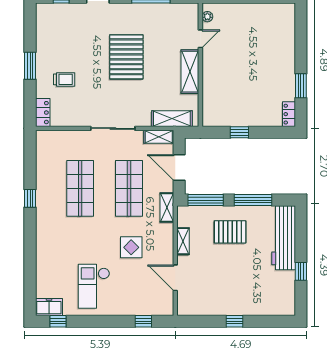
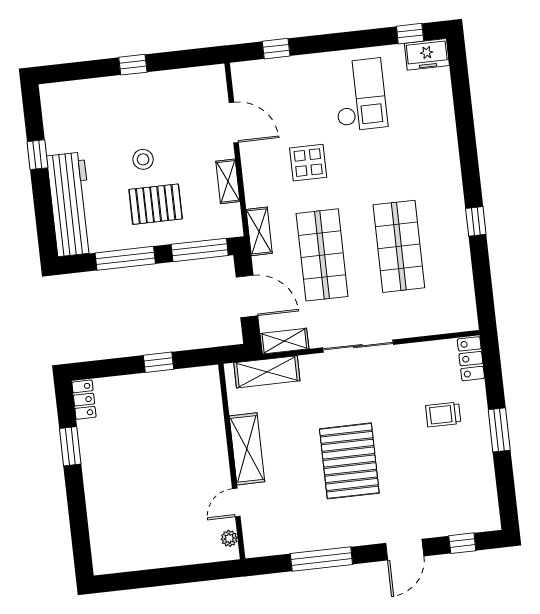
stool: (235, 261) -> (143, 159), added

